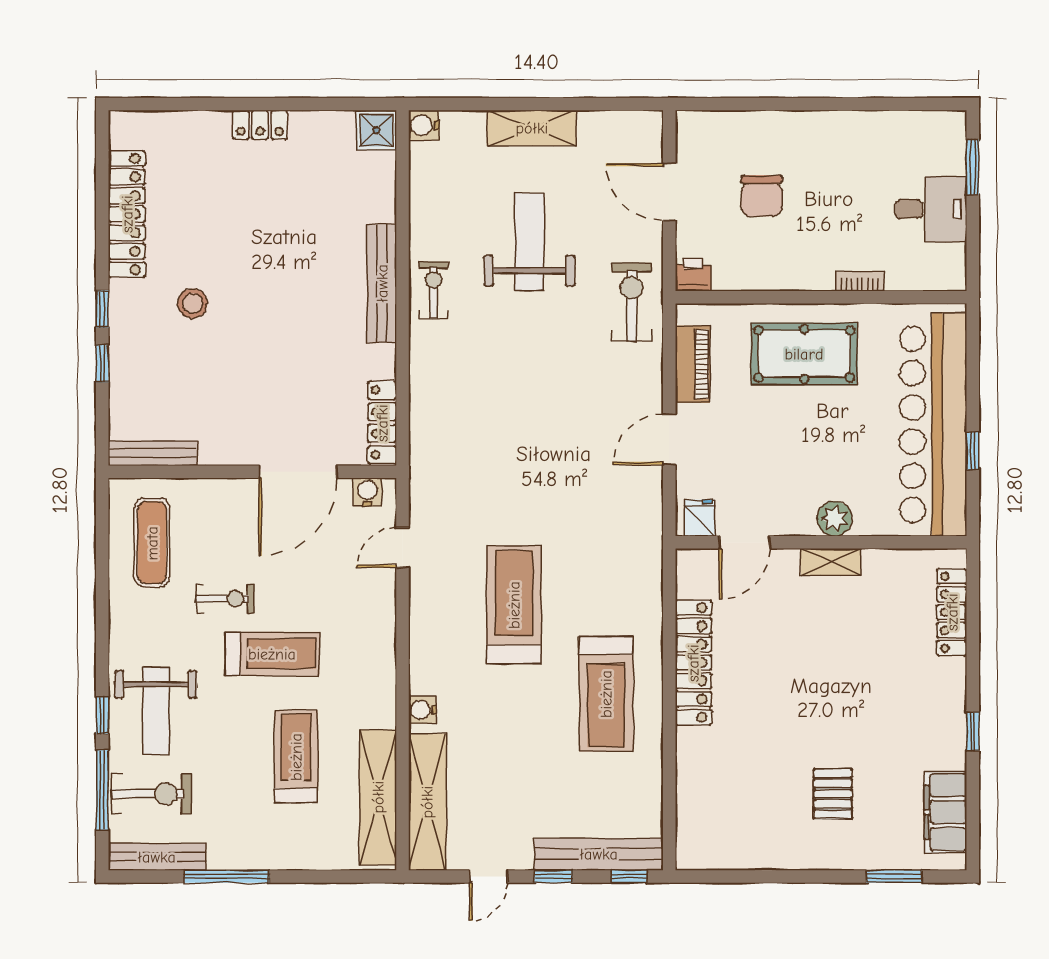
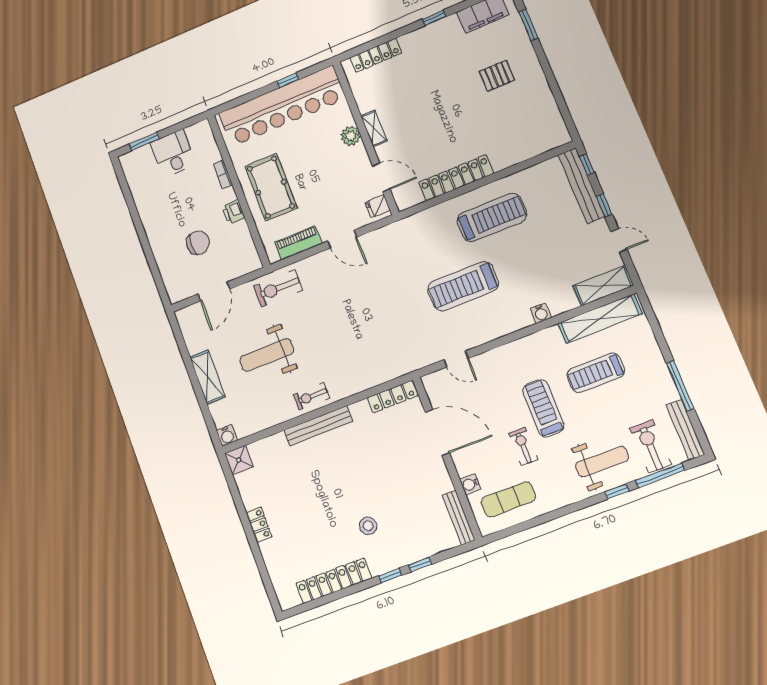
printer: (693, 275) -> (233, 212), moved
water cooler: (368, 492) -> (470, 484), moved
shelving: (427, 802) -> (603, 286), width x0.68

